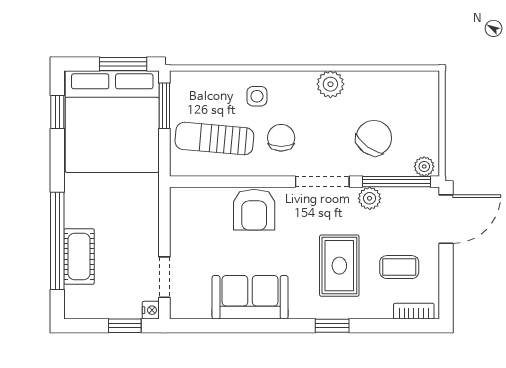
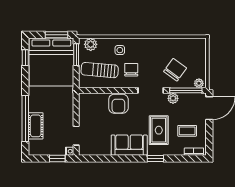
plant: (330, 84) -> (91, 44), moved
sofa: (250, 297) -> (129, 145), moved

